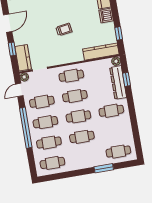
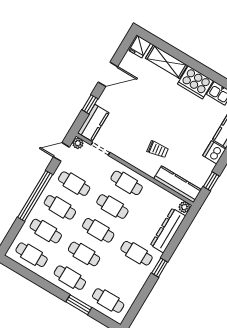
trolley: (64, 29) -> (158, 149), moved
window: (127, 79) -> (160, 268), moved
cafe table: (85, 157) -> (70, 278), added

